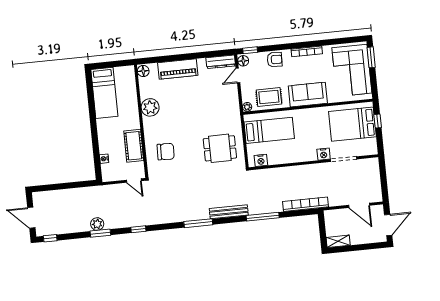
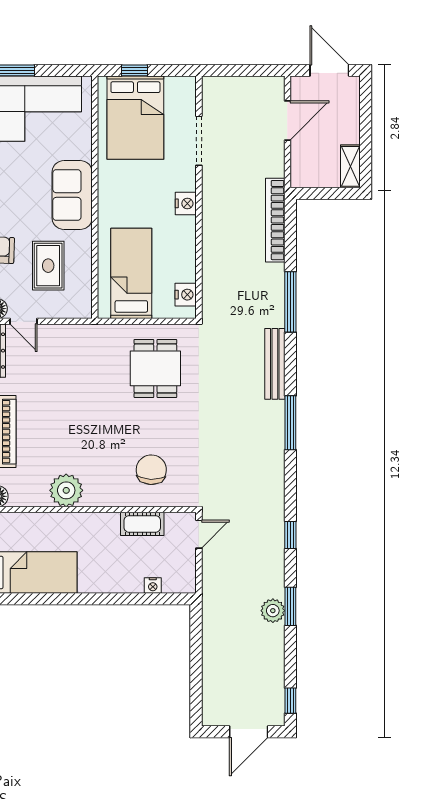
rug: (269, 97) -> (48, 266), moved
plant: (247, 107) -> (84, 310), removed
cot: (134, 146) -> (142, 524), width x0.73, depth x0.75
nightstand: (324, 154) -> (186, 203), moved

